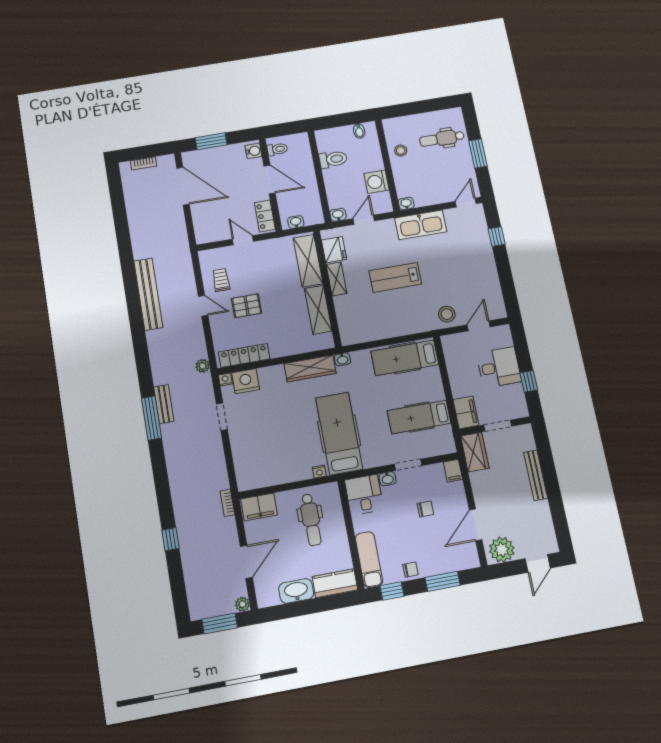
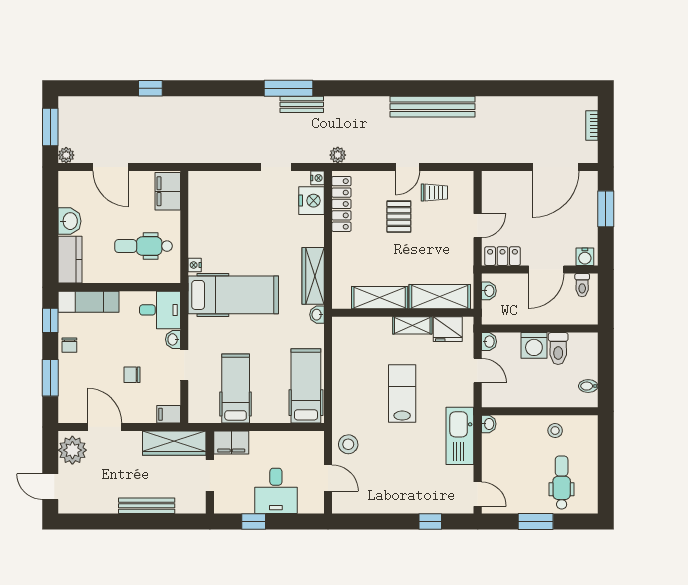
washing machine: (376, 182) -> (534, 345), moved, turned 180
wardrobe: (475, 452) -> (174, 443), width x1.50
bookcase: (227, 503) -> (179, 157), removed
chair: (425, 509) -> (132, 375), turned 90
washbasin: (296, 591) -> (70, 221), width x0.72

